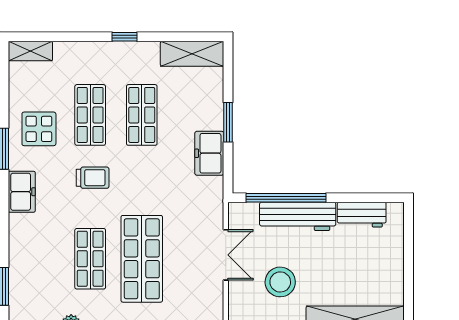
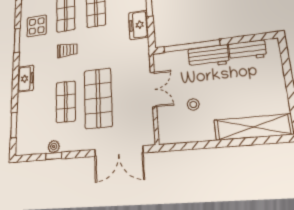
freezer: (22, 192) -> (26, 79), moved
workbench: (298, 216) -> (208, 56), width x0.73
stool: (280, 282) -> (193, 104), width x0.53, depth x0.53

